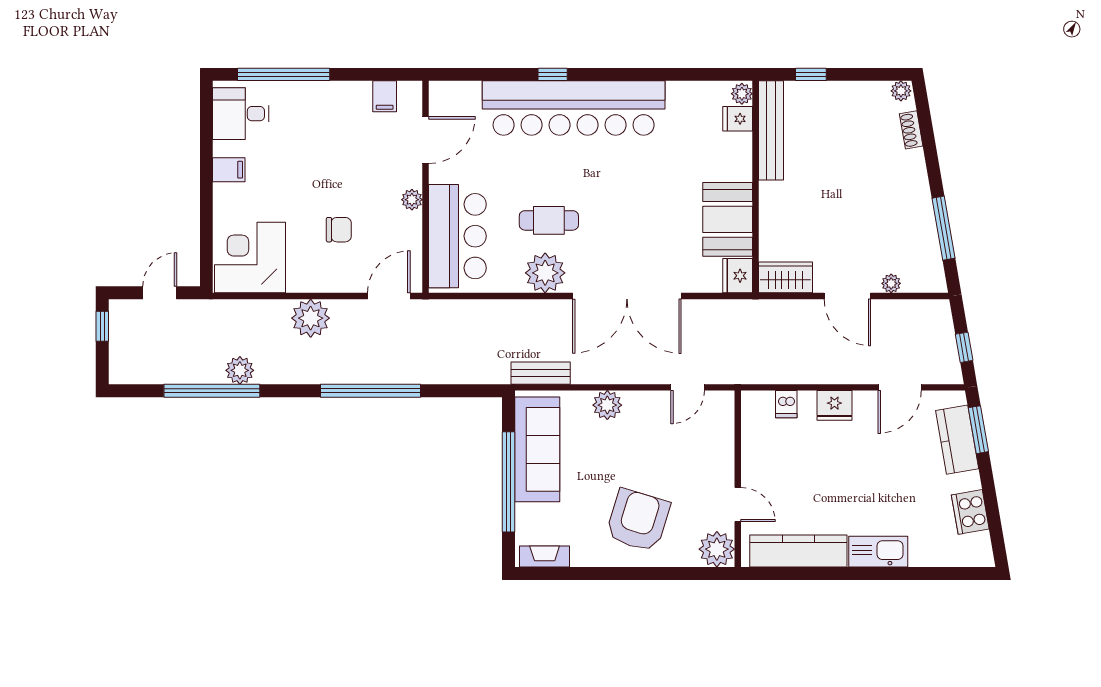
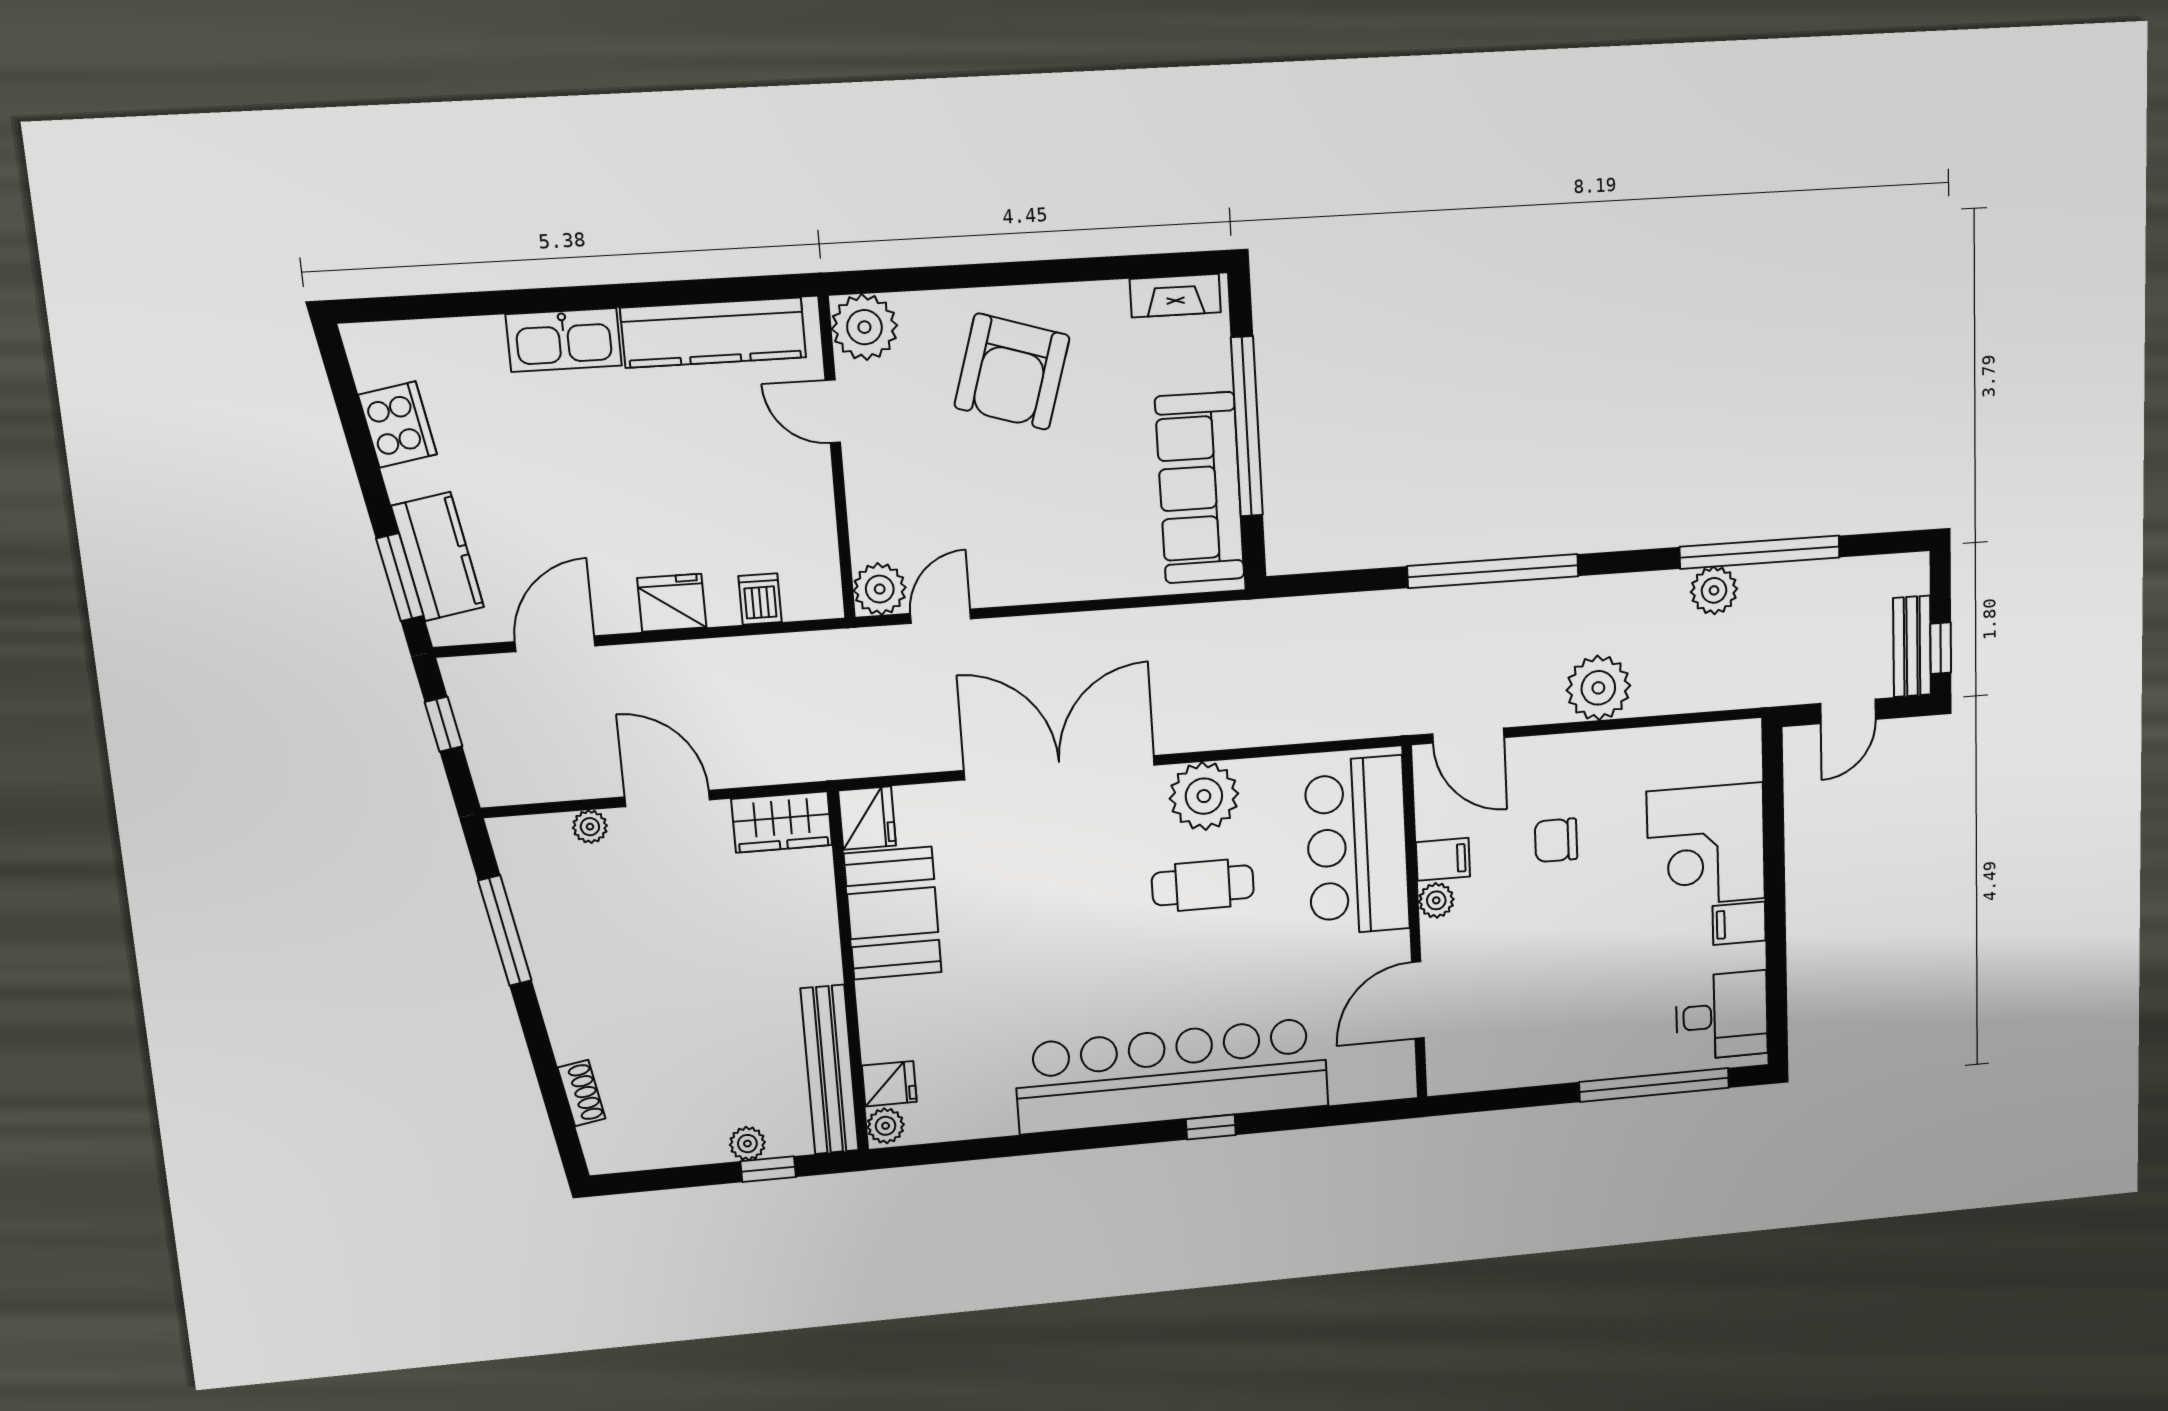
plant: (901, 91) -> (747, 1144), moved
filing cabinet: (385, 96) -> (1443, 859), moved, turned 90
corner desk: (250, 258) -> (1706, 845), moved, turned 90
door: (389, 296) -> (1468, 736), hinge flipped
bench: (541, 373) -> (1912, 646), moved, turned 90
plant: (607, 405) -> (880, 589), moved

